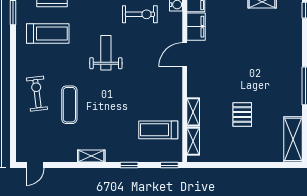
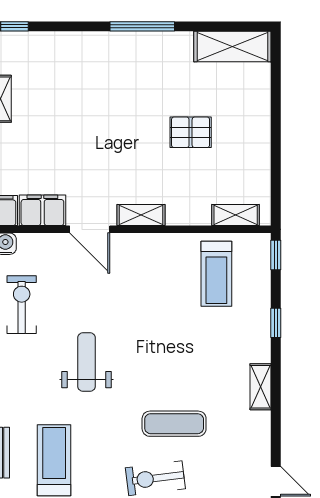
weight bench: (106, 53) -> (86, 362), turned 90
shelving: (193, 112) -> (141, 215), moved

